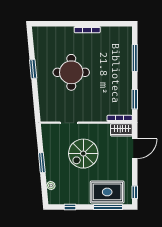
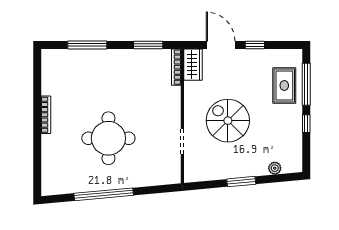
window: (33, 69) -> (104, 194), width x2.11
spiral stairs: (83, 154) -> (228, 121), turned 180
rug: (107, 192) -> (284, 86), width x0.73, depth x0.70
window: (135, 192) -> (255, 45), moved
window: (70, 207) -> (306, 124), moved

